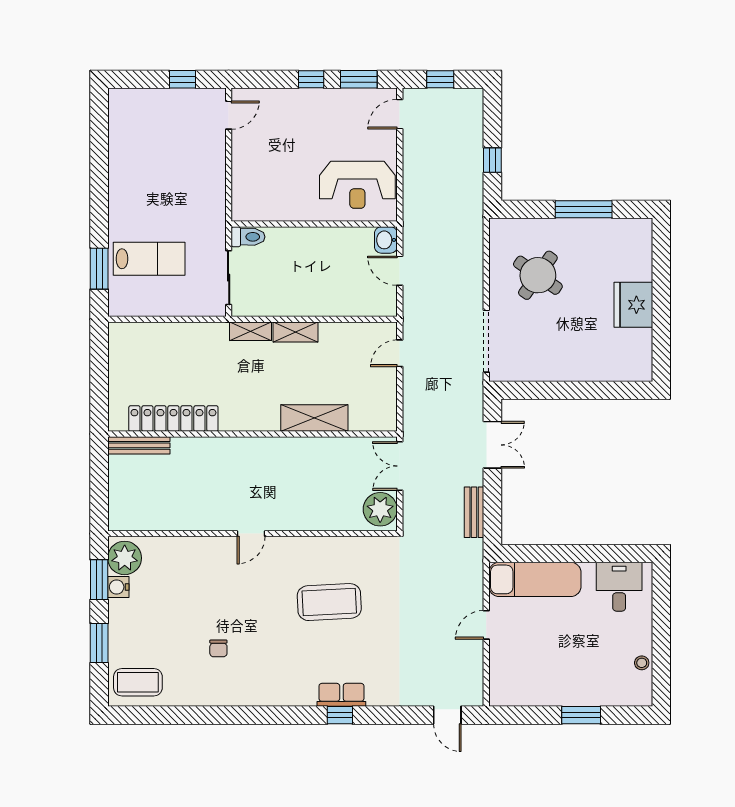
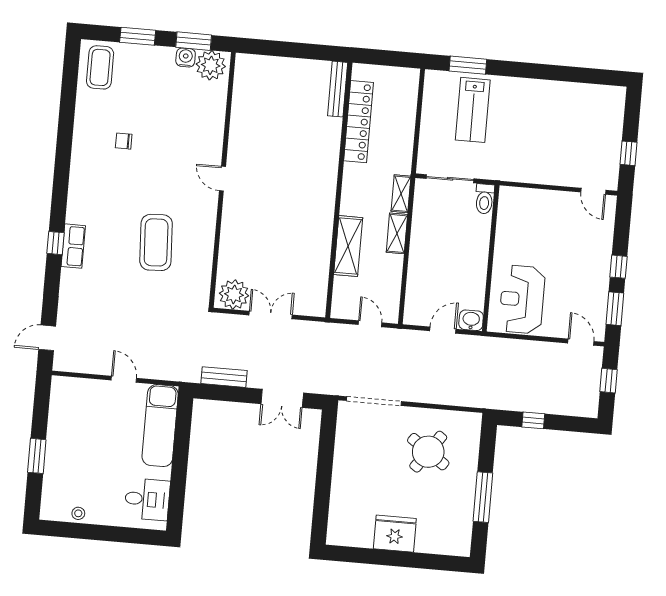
shelving: (314, 418) -> (348, 246), moved
locker: (173, 419) -> (359, 122), moved
wall: (252, 434) -> (339, 190), moved
bench: (139, 445) -> (338, 89), moved

